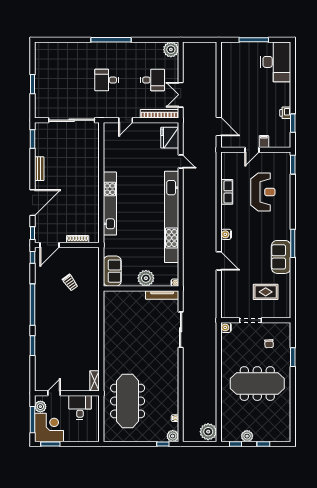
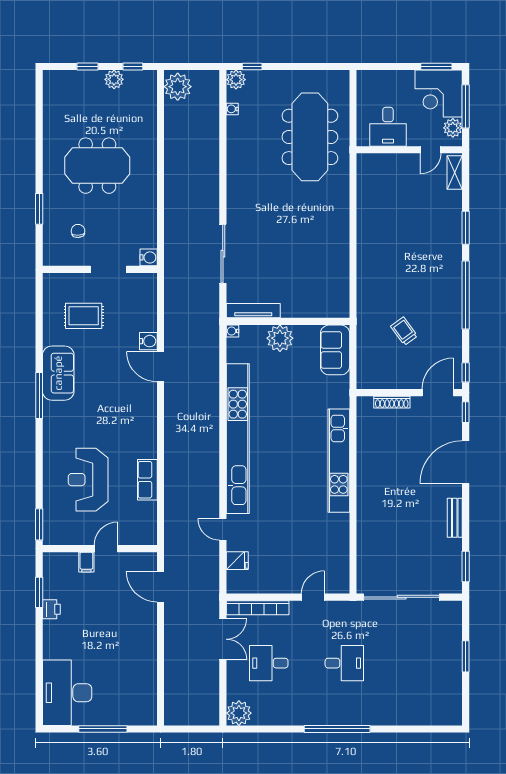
fridge: (170, 138) -> (237, 561), width x0.53, depth x0.75
water cooler: (226, 234) -> (148, 341), moved
shelving: (95, 381) -> (455, 172), moved
meeting table: (257, 384) -> (97, 166), width x0.73

